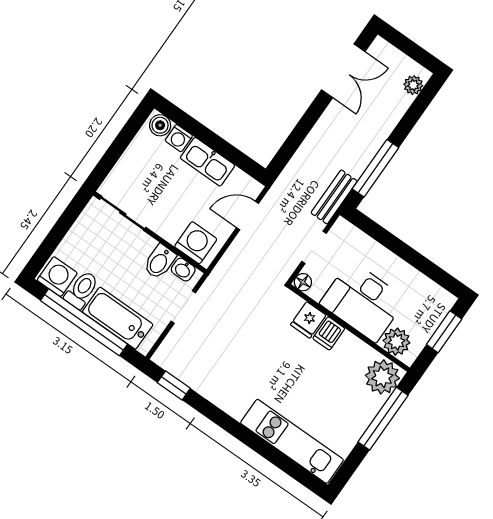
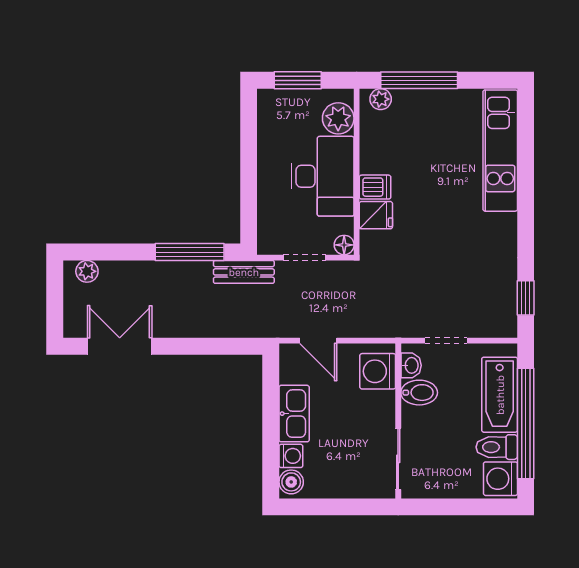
plant: (382, 377) -> (381, 99), width x0.53, depth x0.53

